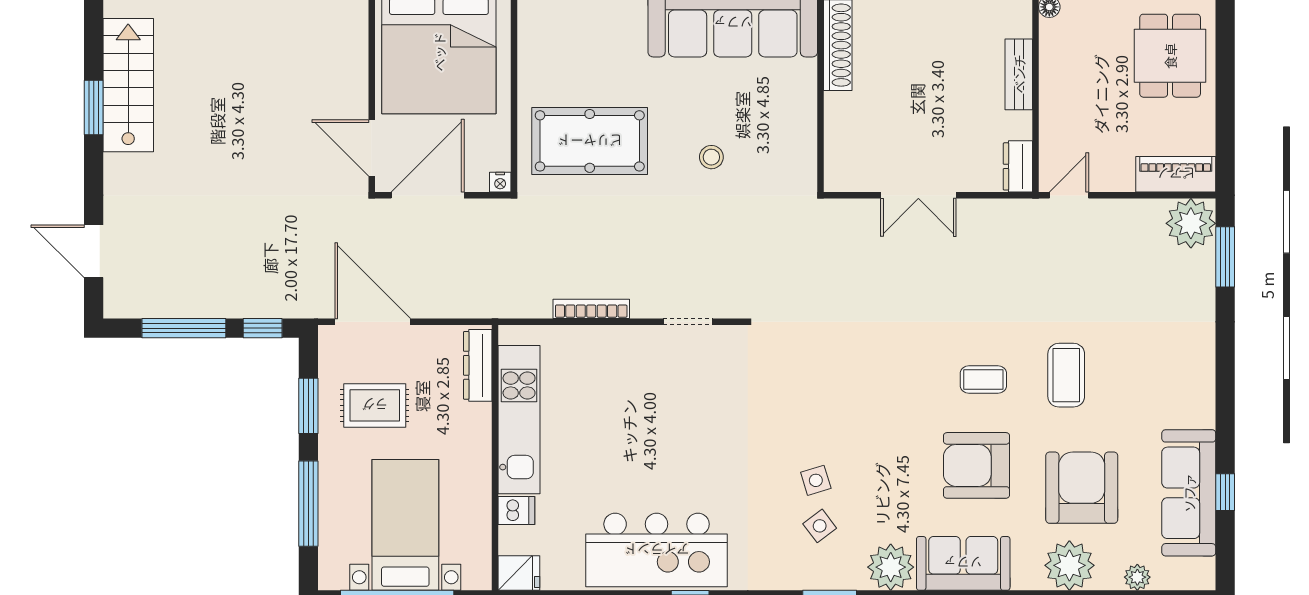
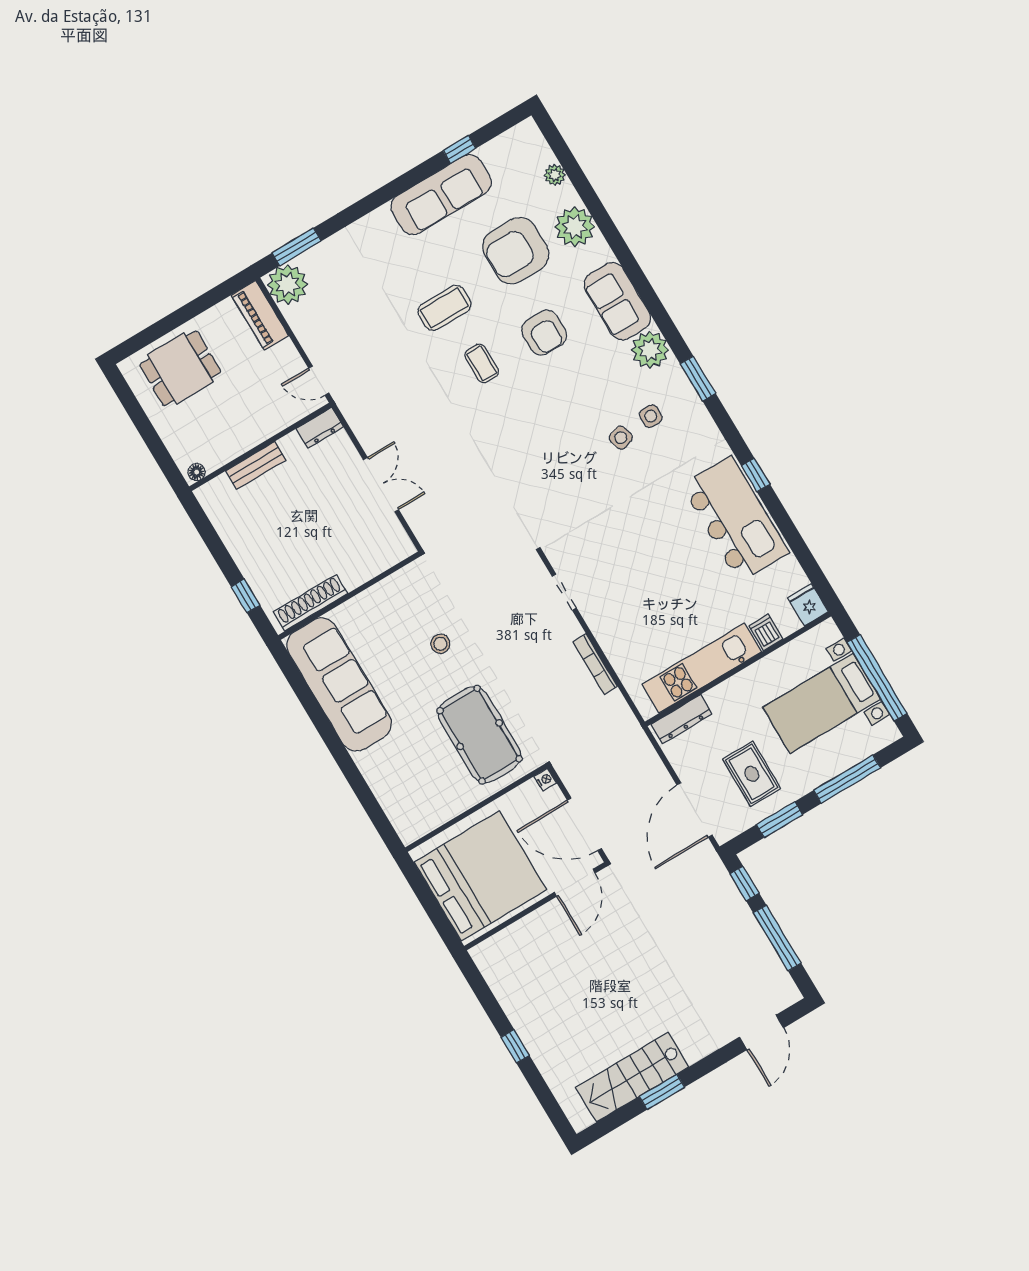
armchair: (977, 465) -> (544, 333), width x0.73, depth x0.73
sofa: (1189, 493) -> (441, 195), moved
side table: (820, 526) -> (651, 416), turned 37

